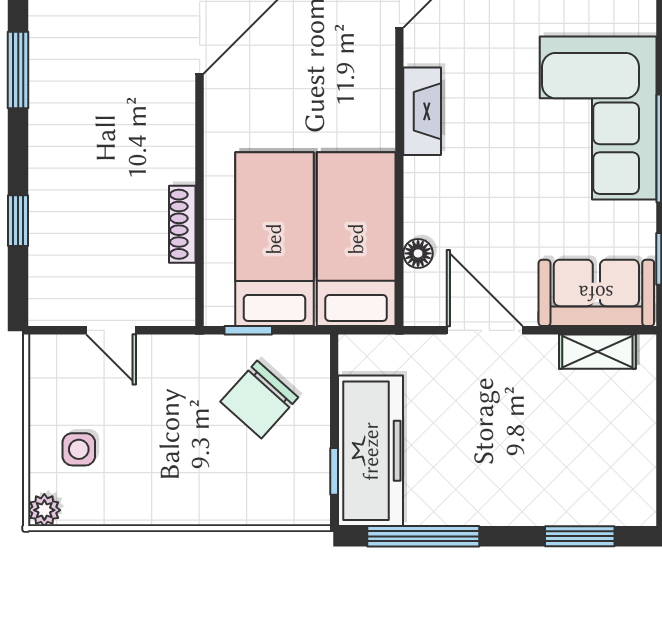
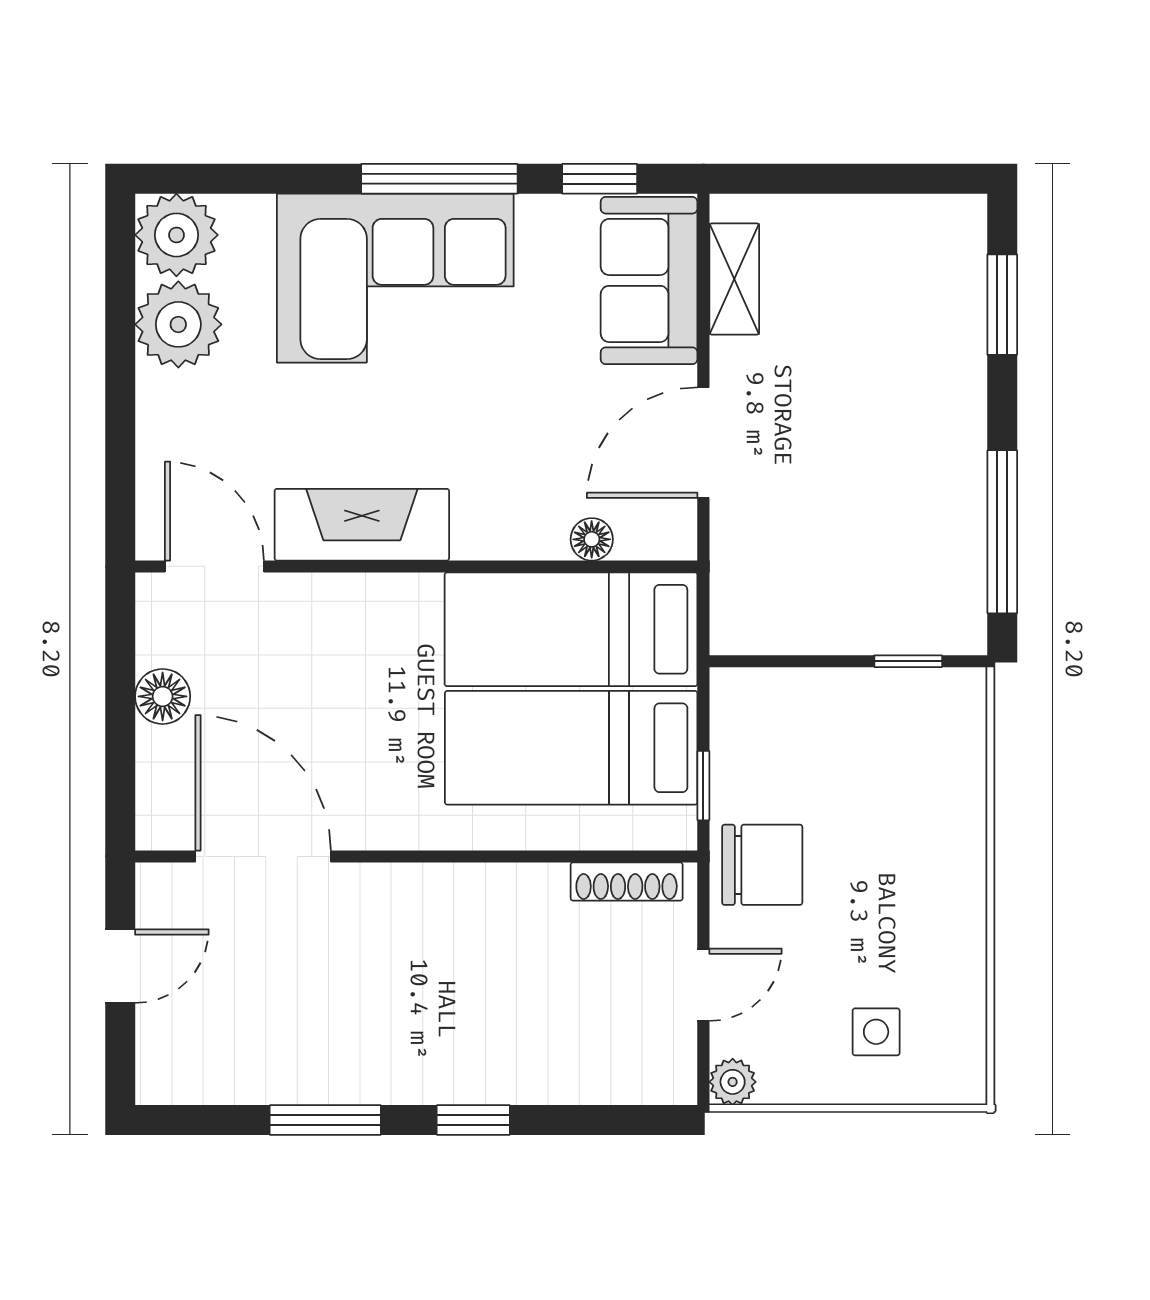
fireplace: (422, 111) -> (362, 525), width x1.37, depth x1.32
window: (18, 221) -> (473, 1120), moved
shoe rack: (182, 224) -> (627, 882), moved
chair: (259, 399) -> (762, 865), moved, turned -42
freezer: (371, 451) -> (878, 608), removed
plant: (44, 510) -> (733, 1082), moved

